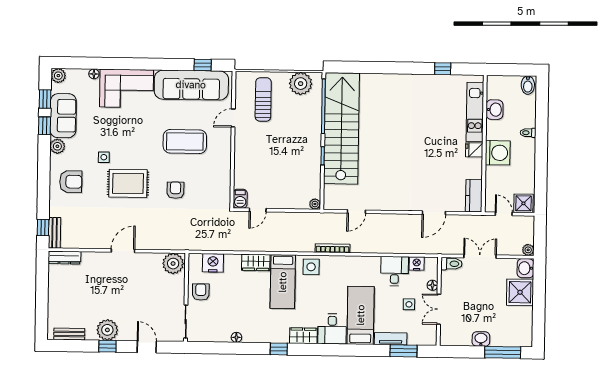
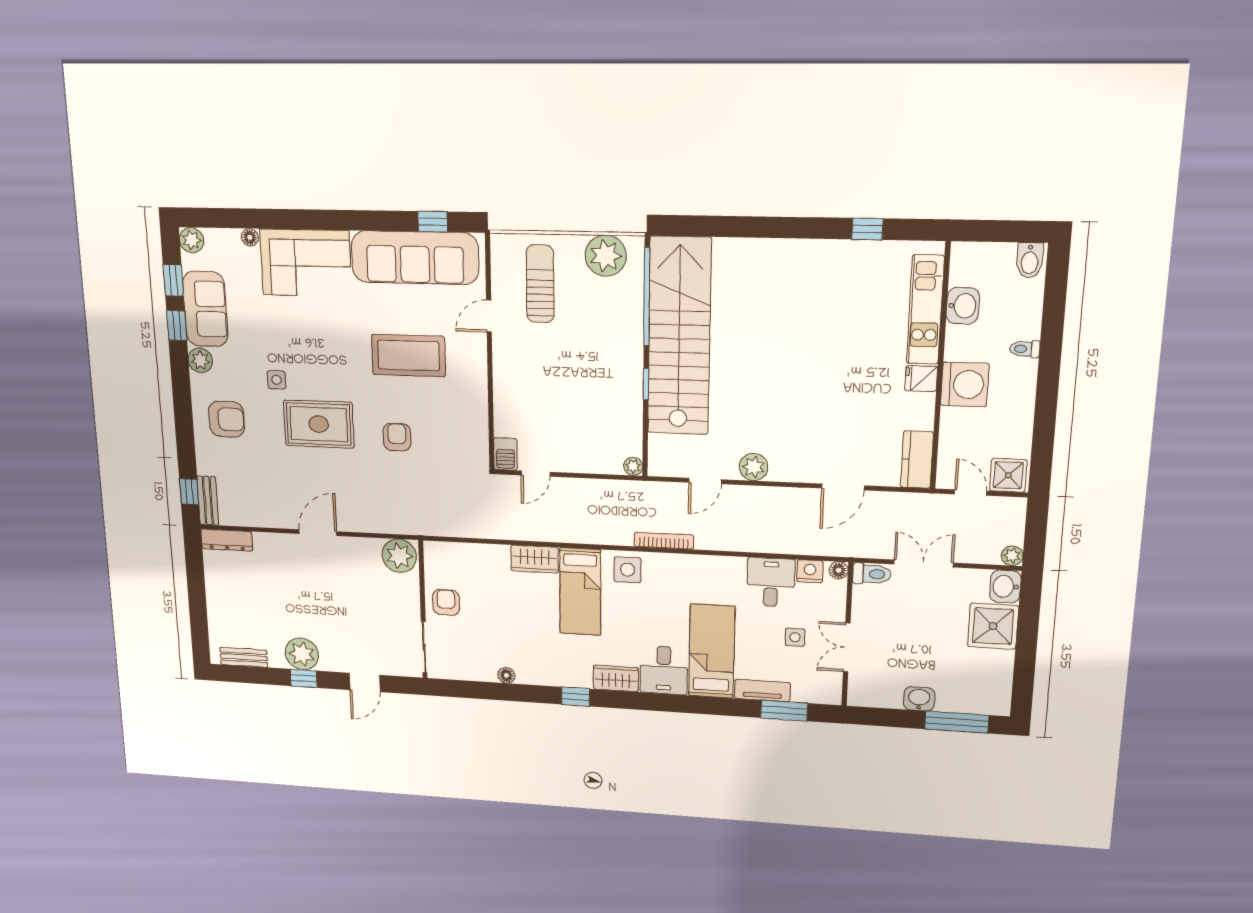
plant: (384, 203) -> (754, 467), added
nightstand: (213, 263) -> (464, 557), removed
floor lamp: (432, 285) -> (839, 570), moved
door: (147, 347) -> (365, 682), swing flipped

